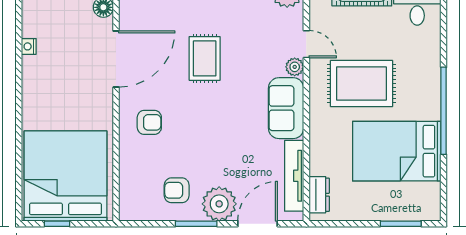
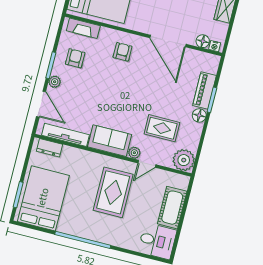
rug: (205, 58) -> (162, 128), moved
armchair: (149, 122) -> (122, 52), turned 180
bed: (397, 151) -> (43, 198), moved
fireplace: (129, 189) -> (83, 28), added
plant: (219, 204) -> (55, 82), width x0.53, depth x0.53

